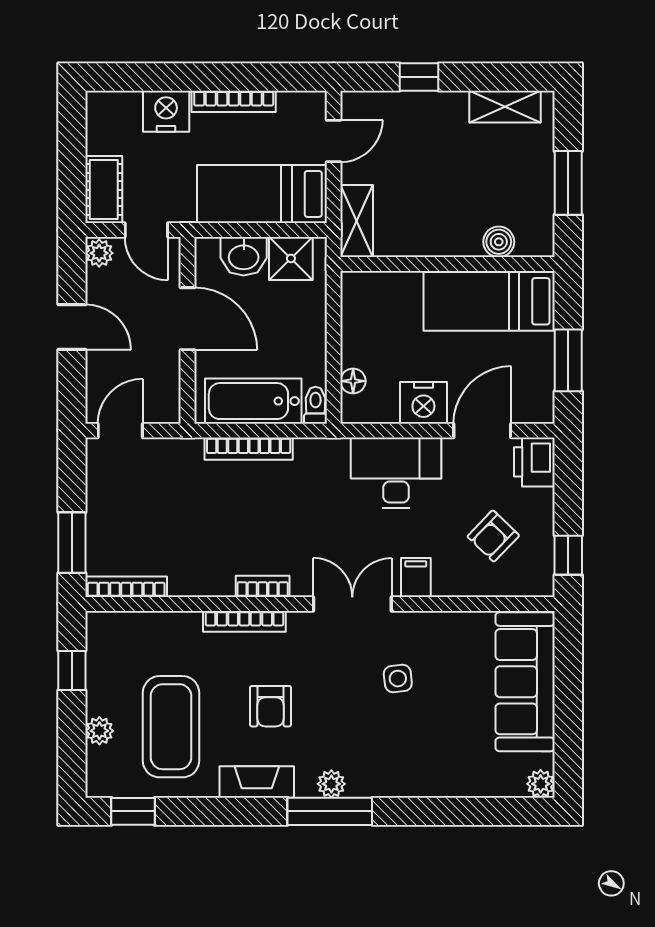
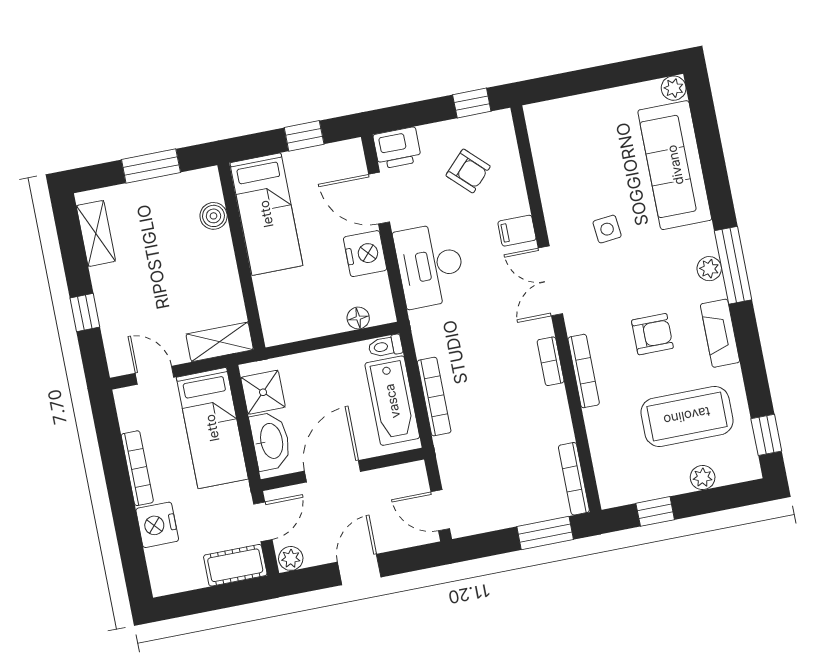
washbasin: (244, 256) -> (271, 441), width x1.38
window: (568, 360) -> (304, 136), width x0.67
sofa: (525, 682) -> (675, 165), moved, turned 90

